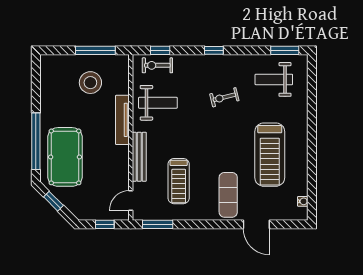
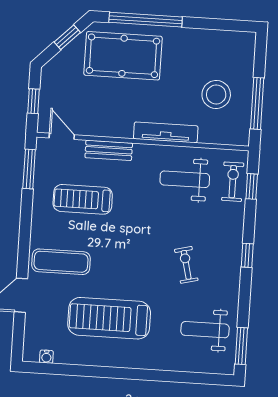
weight bench: (274, 79) -> (205, 330), turned -90
weight bench: (158, 103) -> (185, 179), turned 90
bench: (139, 157) -> (109, 150), width x0.73

